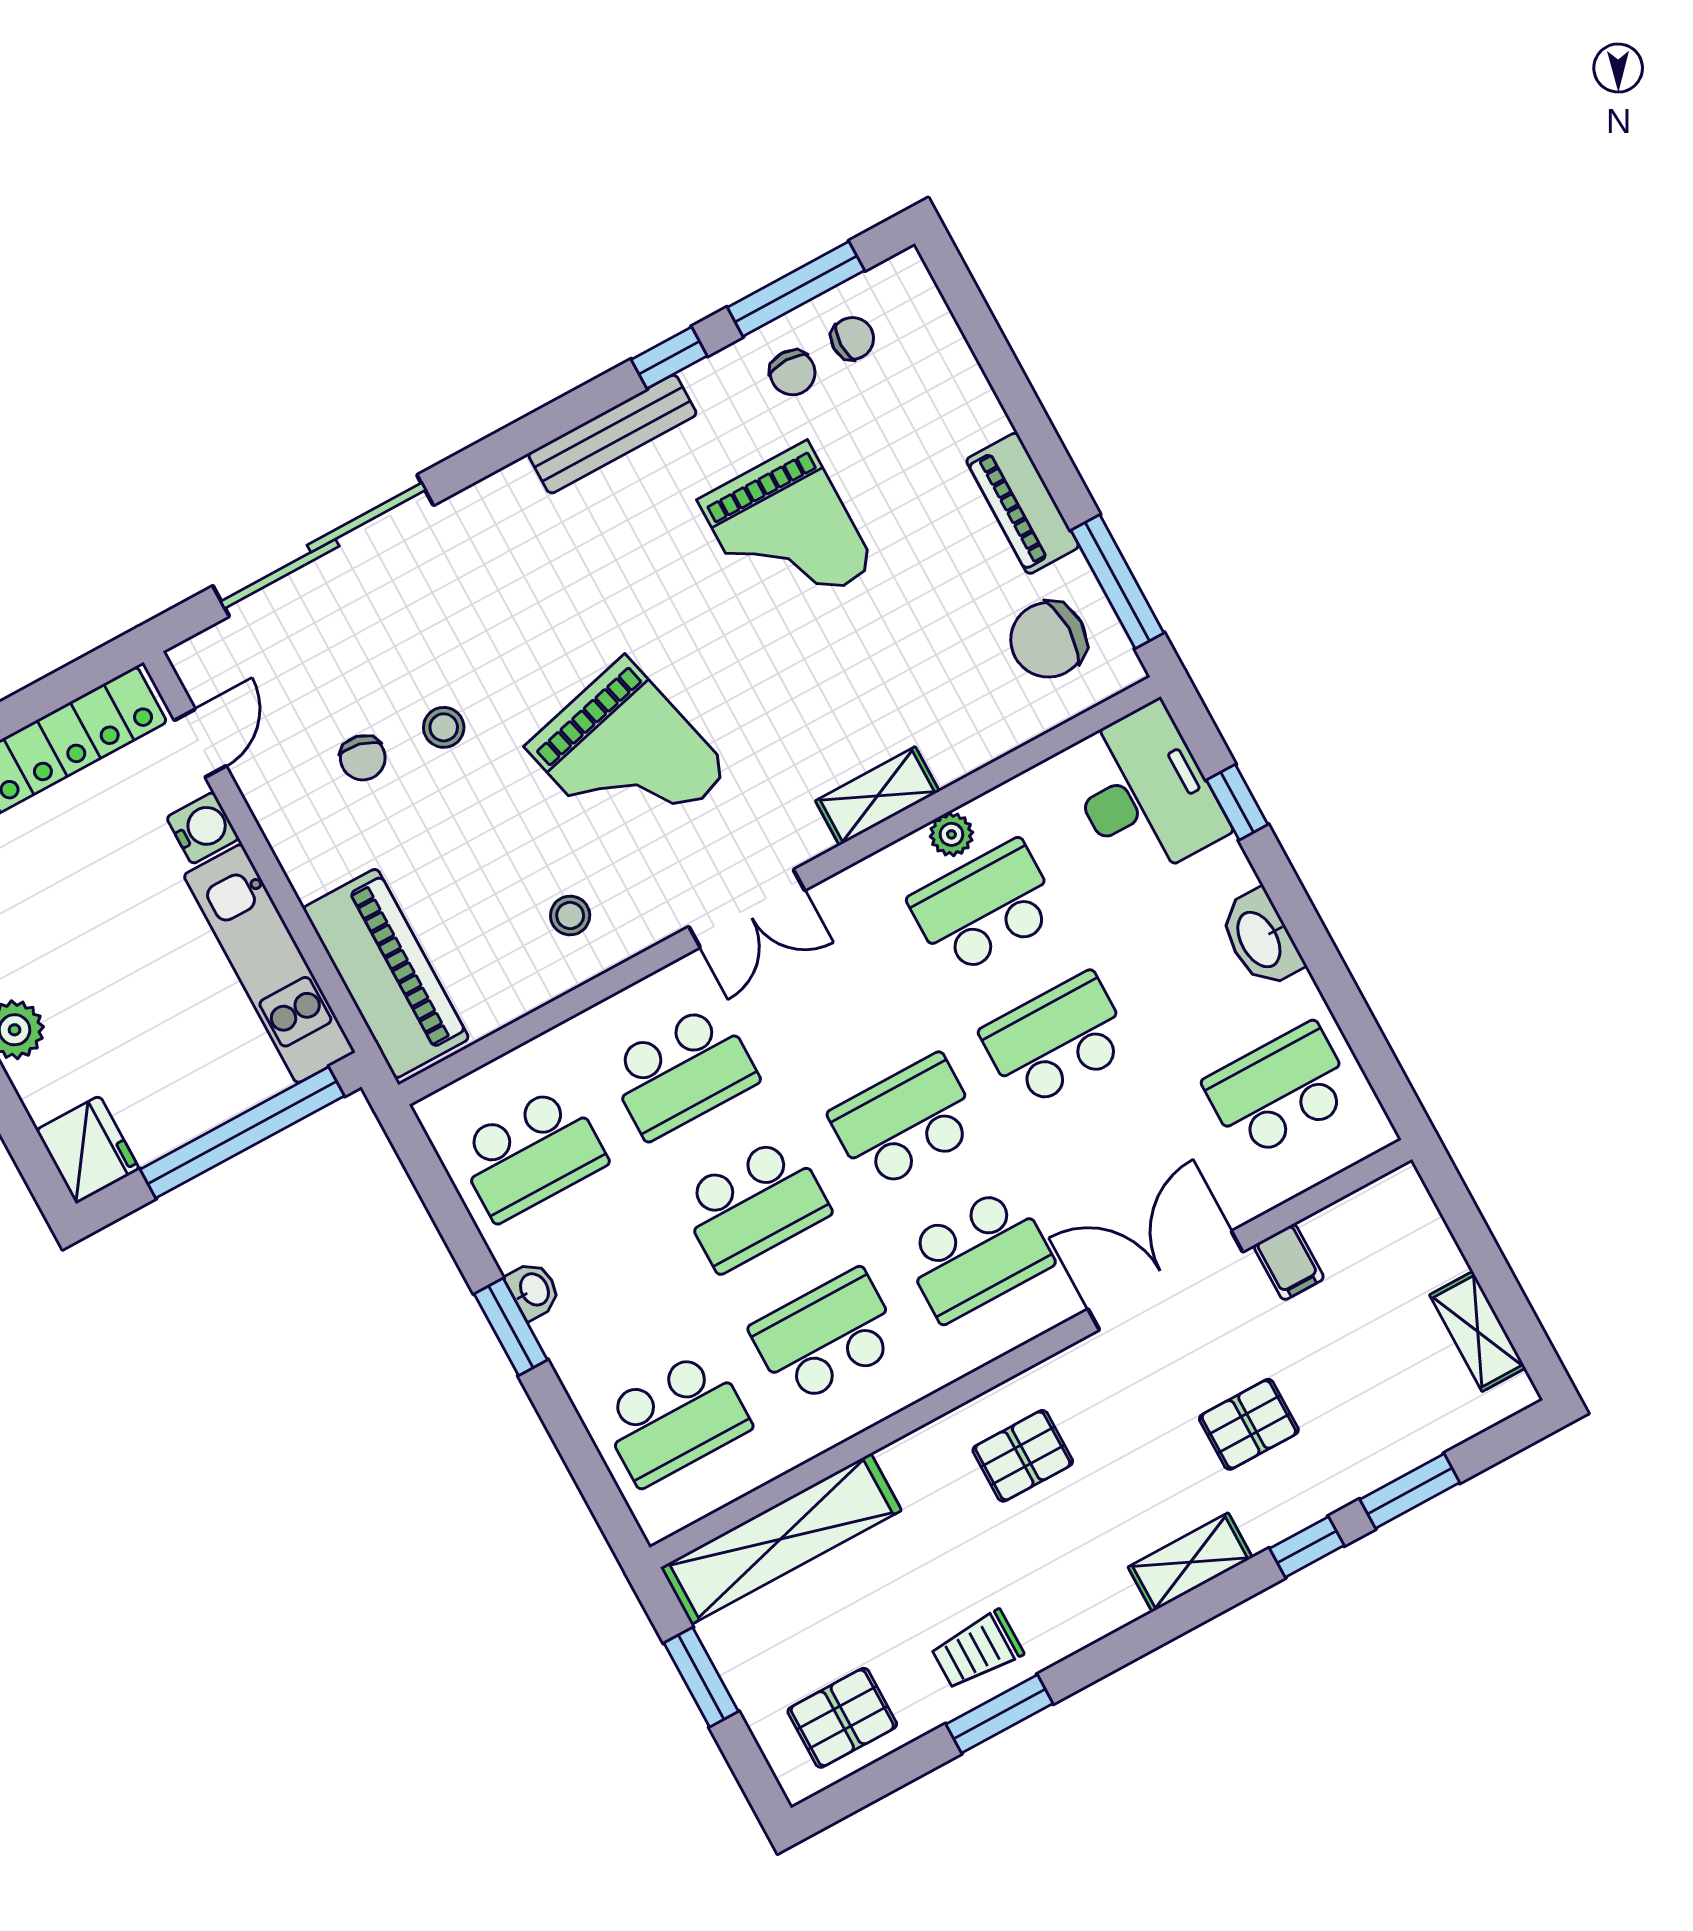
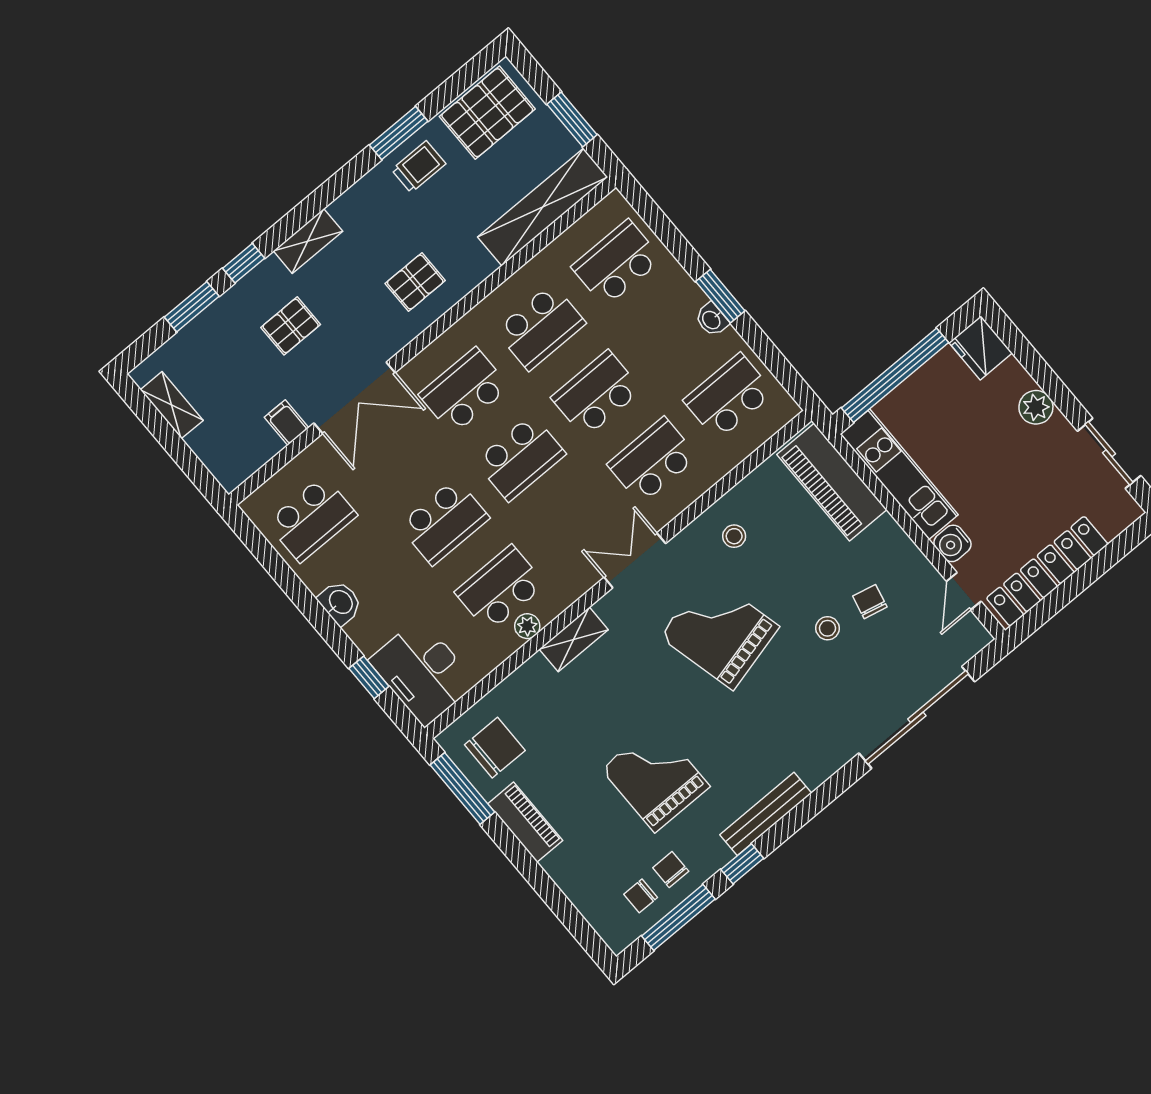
school desk: (985, 908) -> (500, 588), turned 180
washbasin: (1260, 939) -> (340, 603), width x0.72
pallet: (842, 1718) -> (487, 113), width x1.50, depth x1.42

